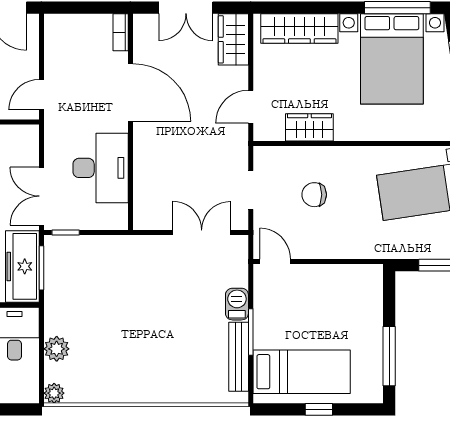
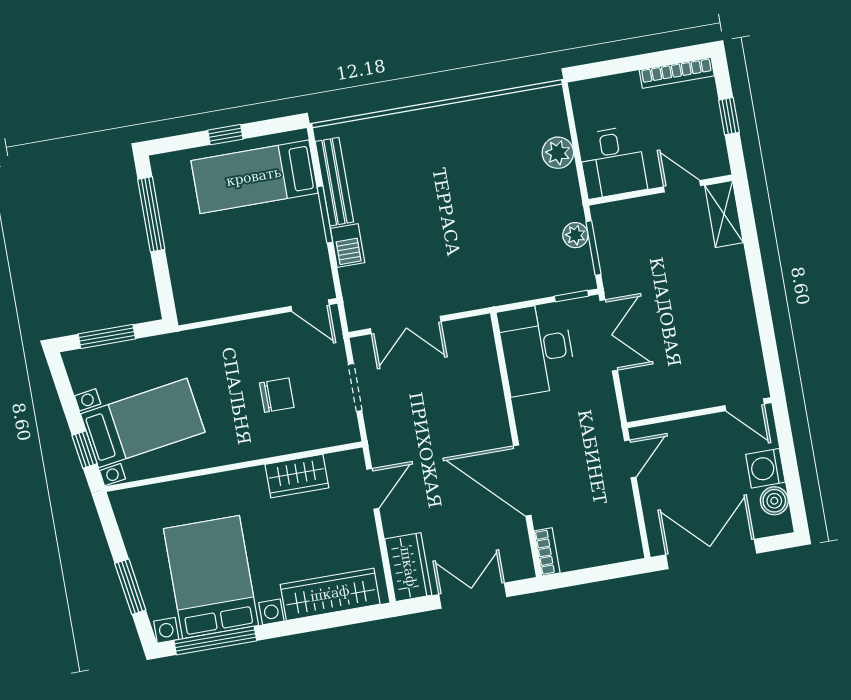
desk: (101, 168) -> (537, 349), moved
freezer: (22, 266) -> (617, 246), removed
plant: (54, 393) -> (575, 235), moved

